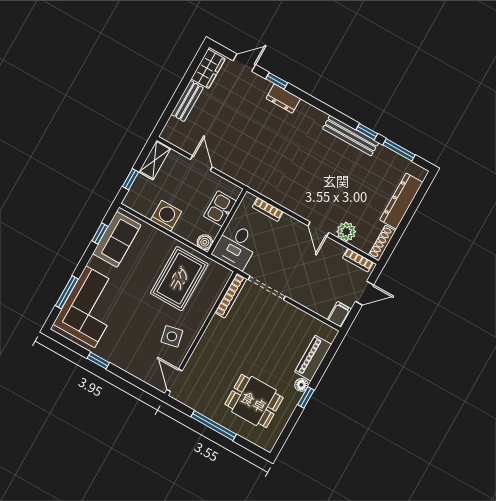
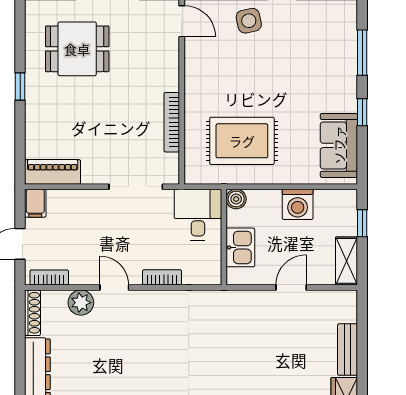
door: (201, 163) -> (291, 287), swing flipped
bookcase: (268, 209) -> (162, 277), moved
window: (100, 233) -> (362, 112), moved
rug: (179, 279) -> (242, 141), turned 90
bookcase: (231, 296) -> (172, 122), moved
corner sofa: (90, 307) -> (326, 51), removed
side table: (172, 336) -> (249, 21), moved
piano: (313, 358) -> (53, 172), moved, turned -90
floor lamp: (301, 385) -> (33, 98), removed

